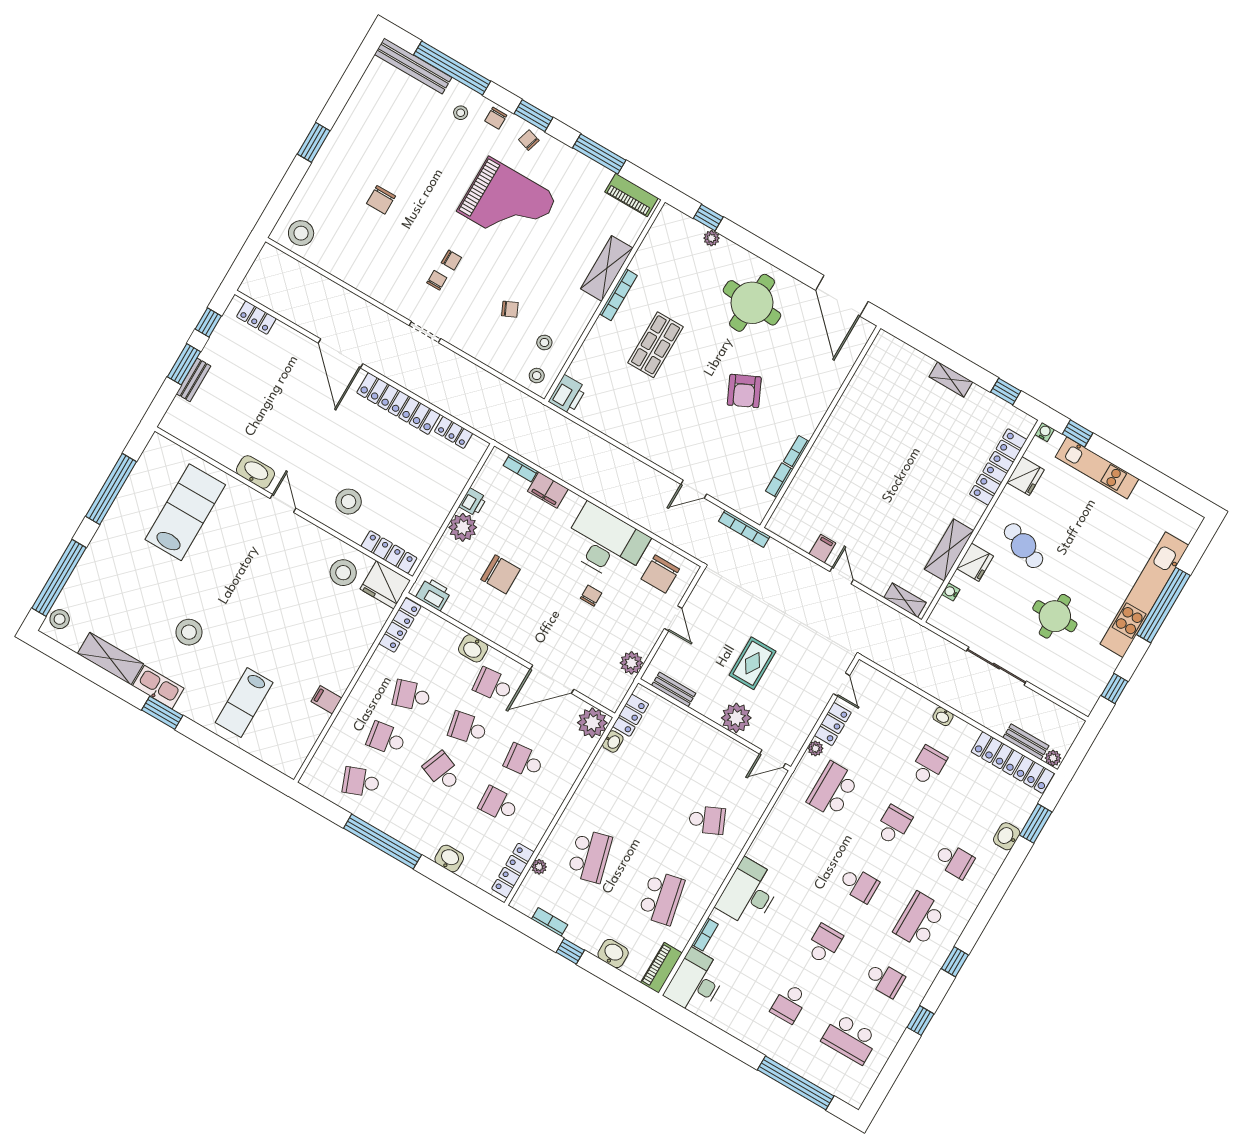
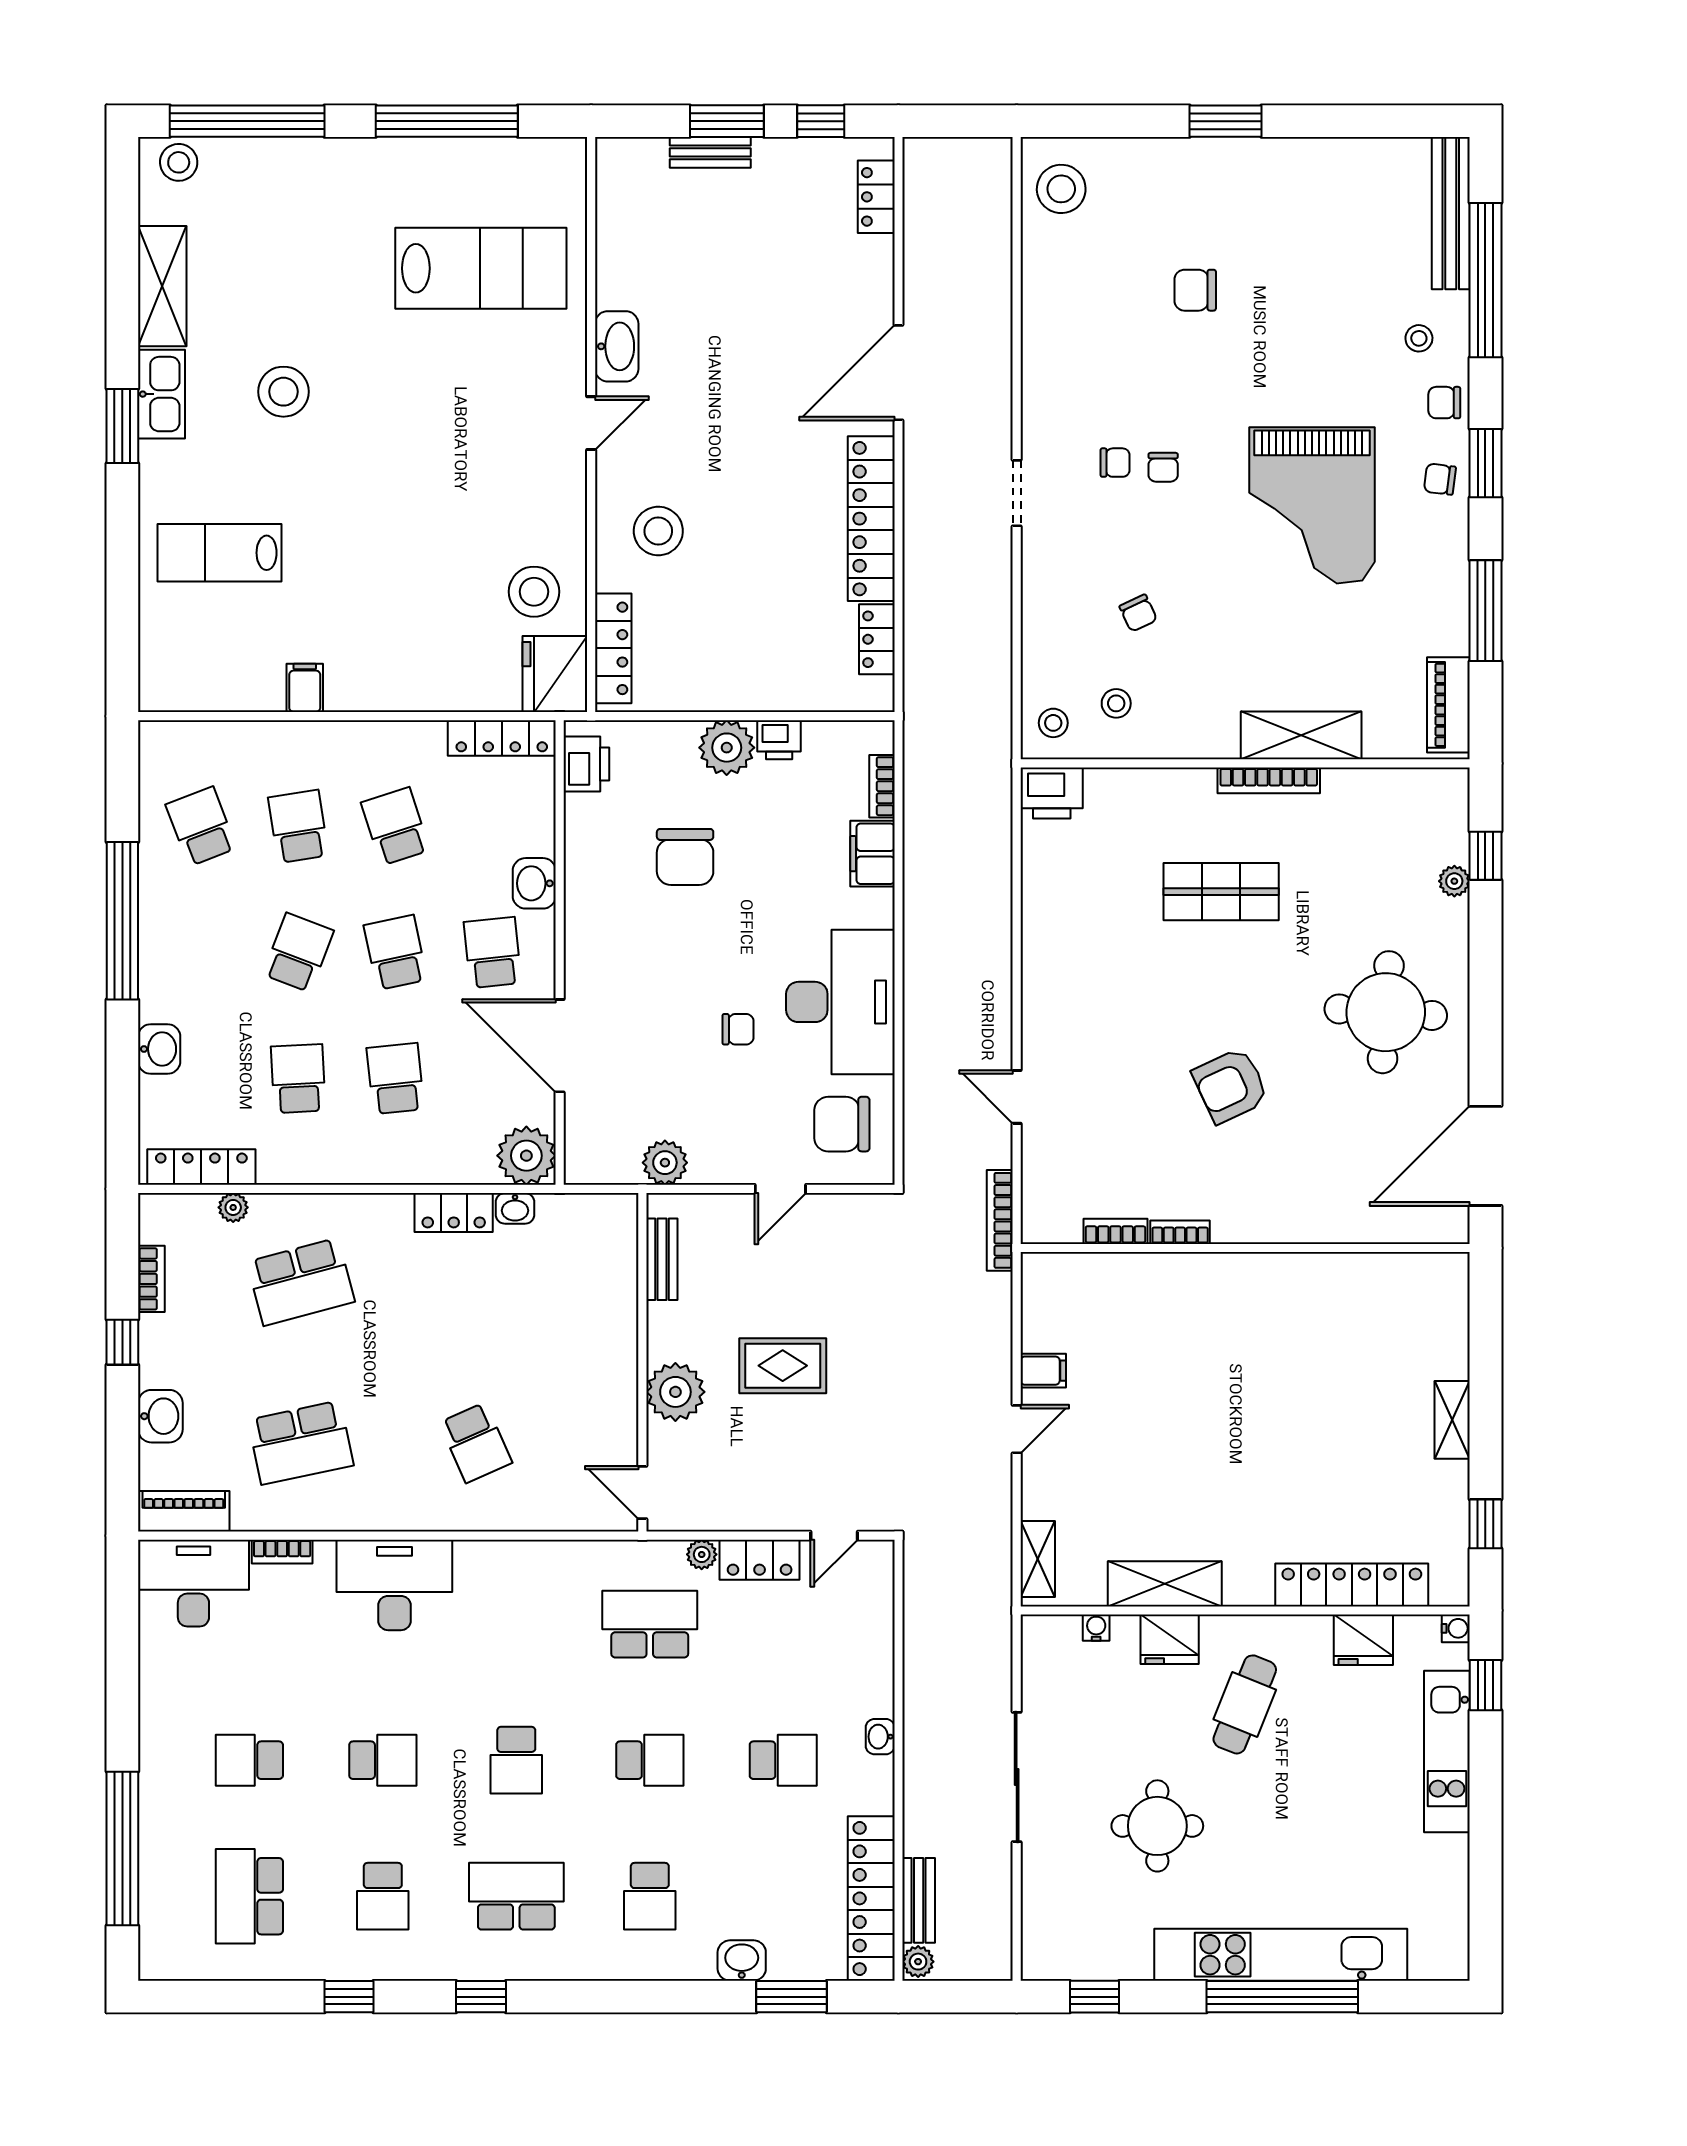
chair: (529, 140) -> (1440, 479), turned -100
locker: (631, 715) -> (454, 1213), moved

